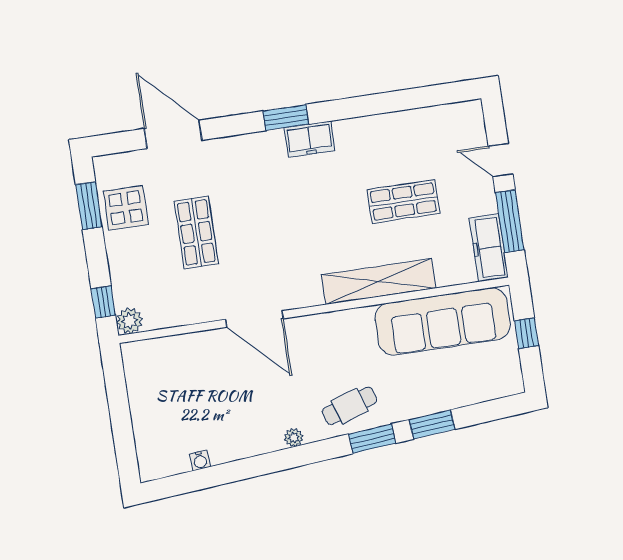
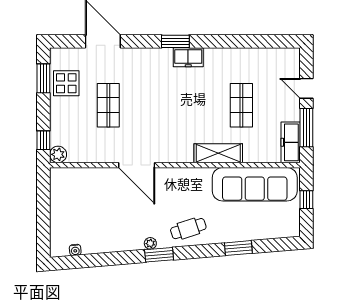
shop shelf: (403, 201) -> (241, 105), turned 90
shelving: (378, 282) -> (218, 153), width x0.68
window: (372, 439) -> (159, 255), moved
water cooler: (200, 460) -> (75, 250), moved

